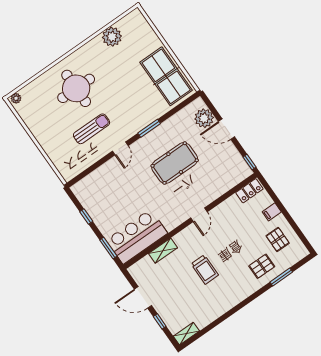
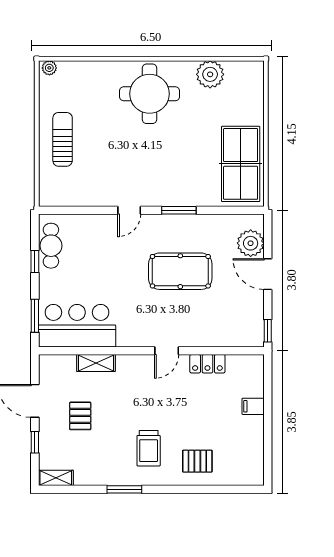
round table: (76, 88) -> (150, 94), moved
sun lounger: (92, 129) -> (63, 139), moved, turned -90
locker: (249, 191) -> (207, 364), moved
cafe table: (89, 201) -> (51, 246), added
pallet: (278, 239) -> (80, 416), moved
trolley: (205, 269) -> (149, 448), moved
window: (281, 277) -> (124, 489), moved

